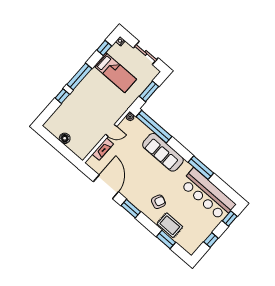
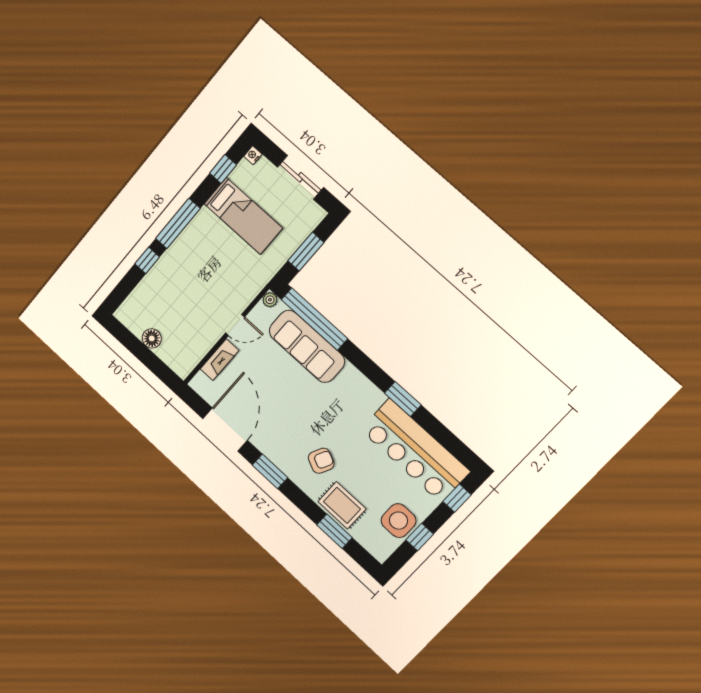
sofa: (163, 152) -> (307, 346), moved
window: (201, 168) -> (403, 399), width x0.69
side table: (200, 232) -> (399, 521), added

